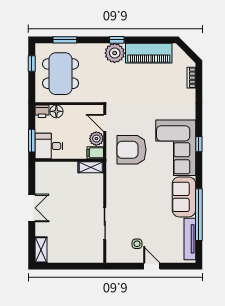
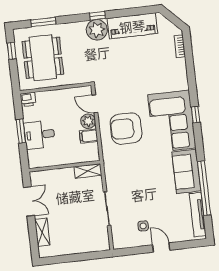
floor lamp: (56, 111) -> (43, 98), removed
wall: (69, 160) -> (65, 166), moved
shelving: (91, 167) -> (88, 171), moved
shelving: (41, 250) -> (42, 232), moved

